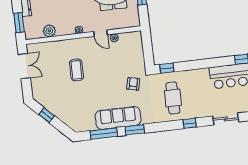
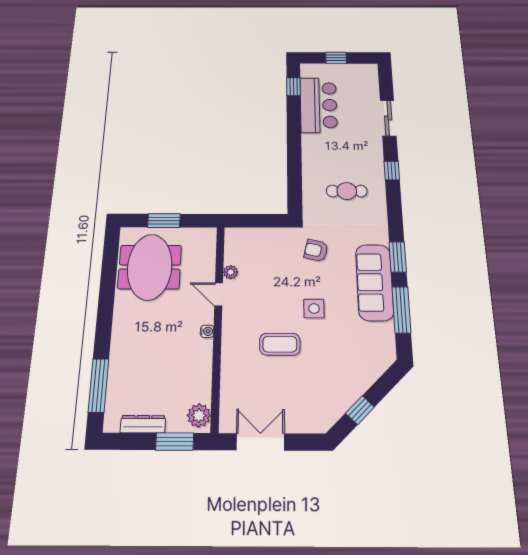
plant: (49, 31) -> (199, 415), moved
door: (100, 33) -> (219, 294), swing flipped
window: (167, 68) -> (295, 195), removed
side table: (99, 86) -> (314, 309), added
cafe table: (173, 98) -> (347, 191), width x0.73, depth x0.74

